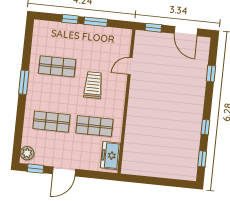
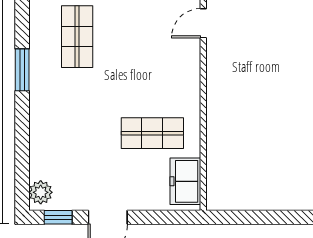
shop shelf: (57, 66) -> (77, 37), turned 90
trolley: (93, 85) -> (143, 62), removed
shop shelf: (51, 122) -> (77, 133), removed

